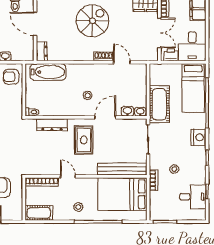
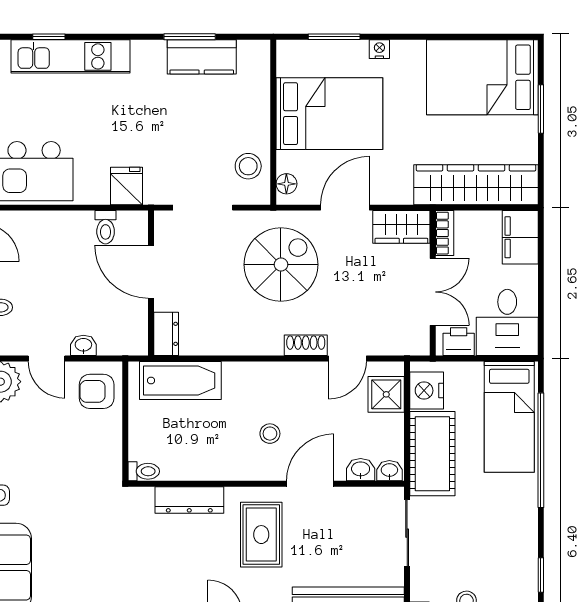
door: (122, 62) -> (347, 358), swing flipped
shower: (139, 78) -> (386, 394), added
nightstand: (198, 137) -> (427, 391), moved, turned 180

